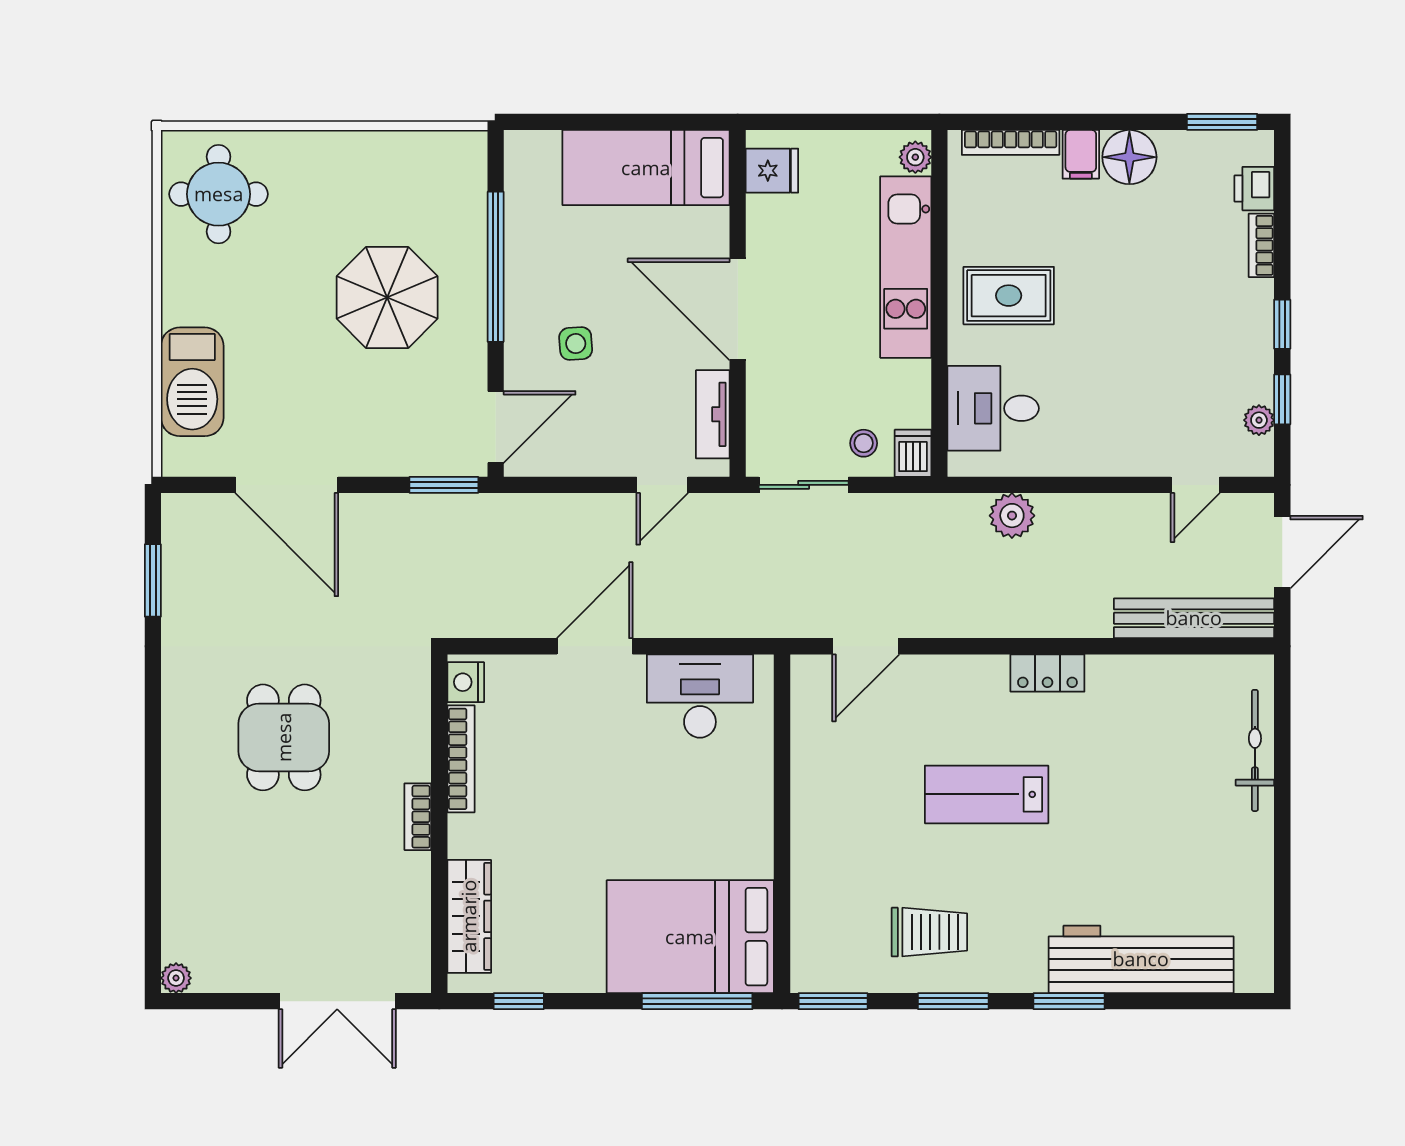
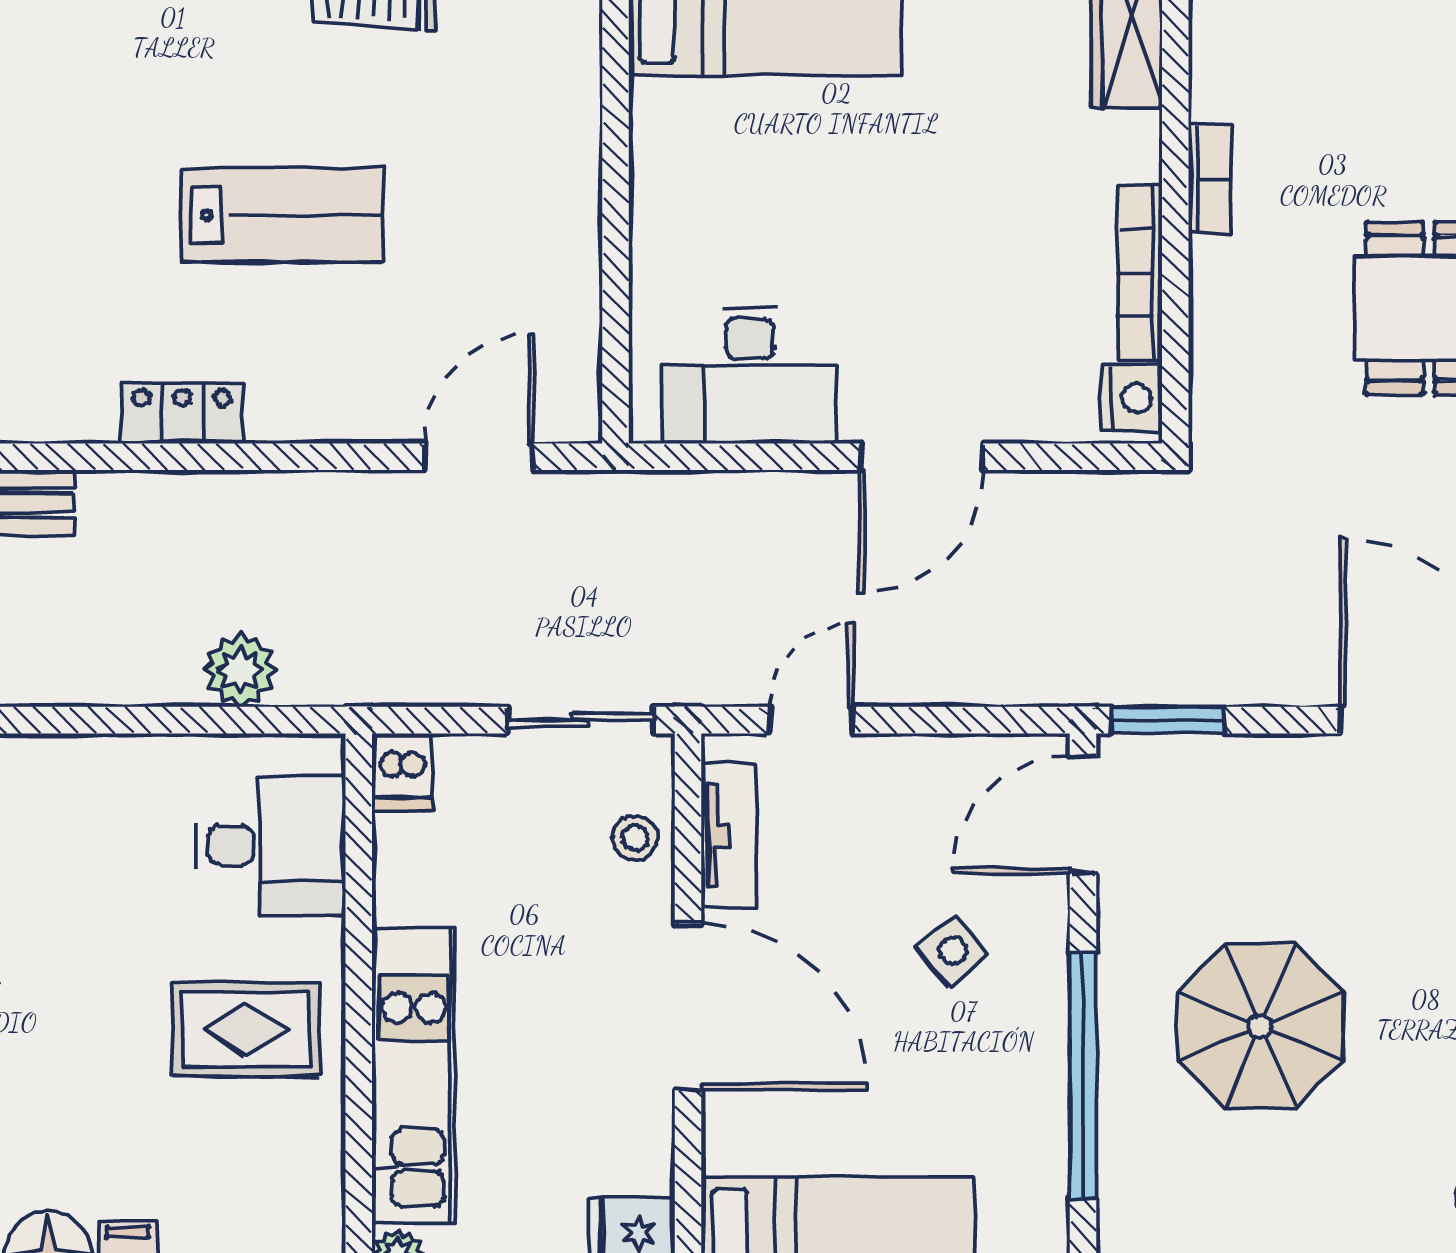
side table: (576, 344) -> (952, 951), turned -36
stool: (864, 443) -> (635, 838), moved

